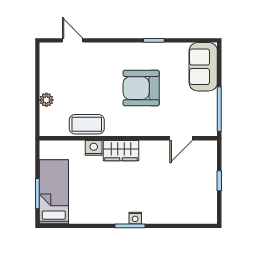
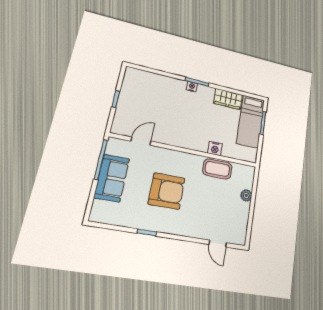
sofa: (203, 67) -> (112, 178), moved
wardrobe: (121, 151) -> (228, 99), moved, turned 180

